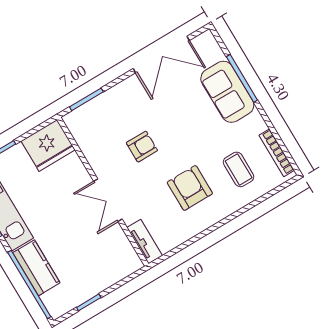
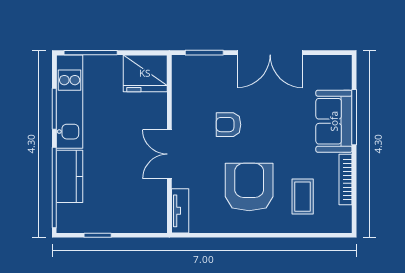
double door: (161, 55) -> (270, 53), moved
armchair: (142, 147) -> (228, 125), turned 180
bookcase: (277, 153) -> (346, 179), moved
armchair: (190, 188) -> (249, 187), width x1.36, depth x1.36

